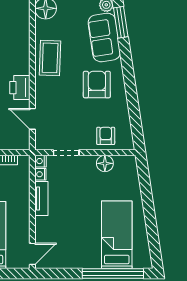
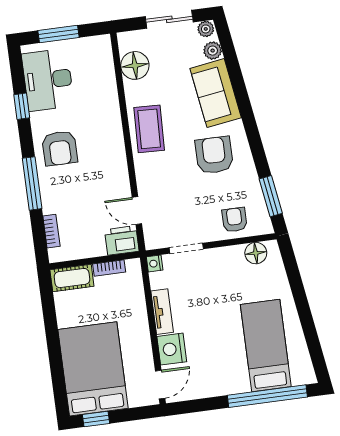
window: (121, 22) -> (271, 196), moved
printer: (20, 88) -> (122, 240), moved, turned 90
floor lamp: (105, 163) -> (256, 253), moved
nightstand: (40, 174) -> (172, 349), moved, width x1.89, depth x1.79

